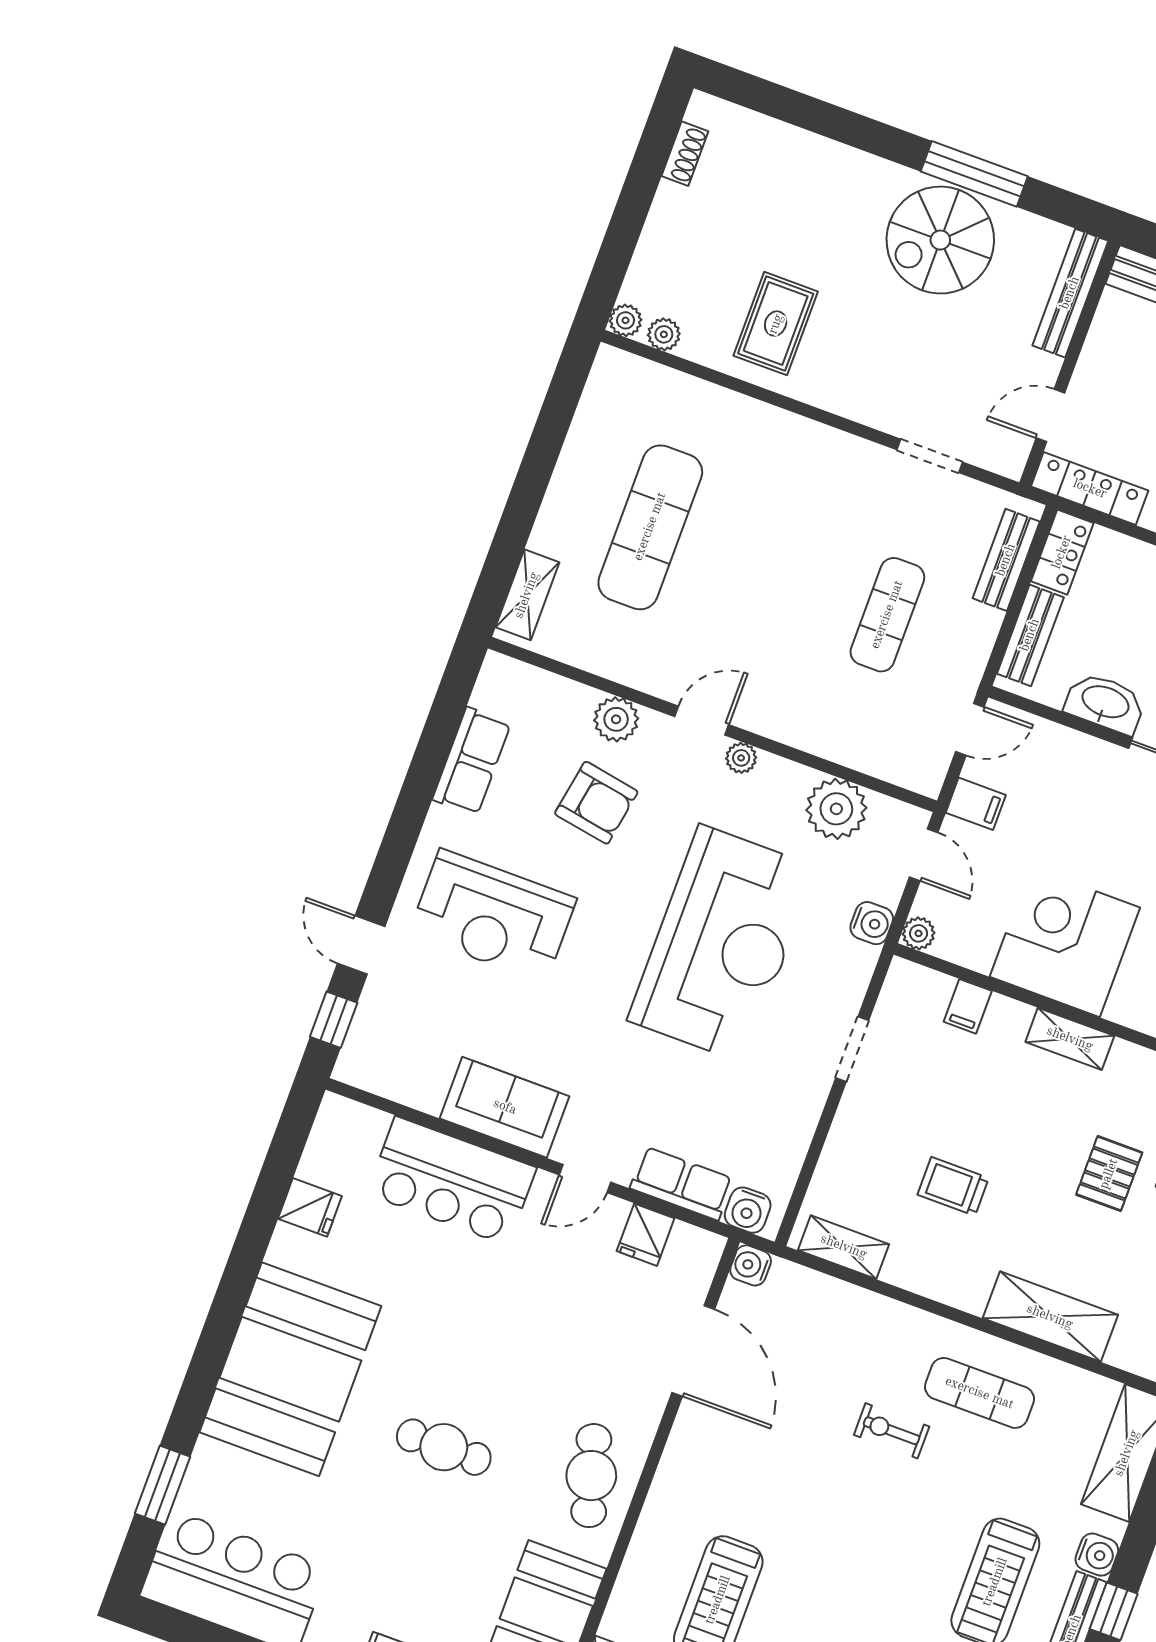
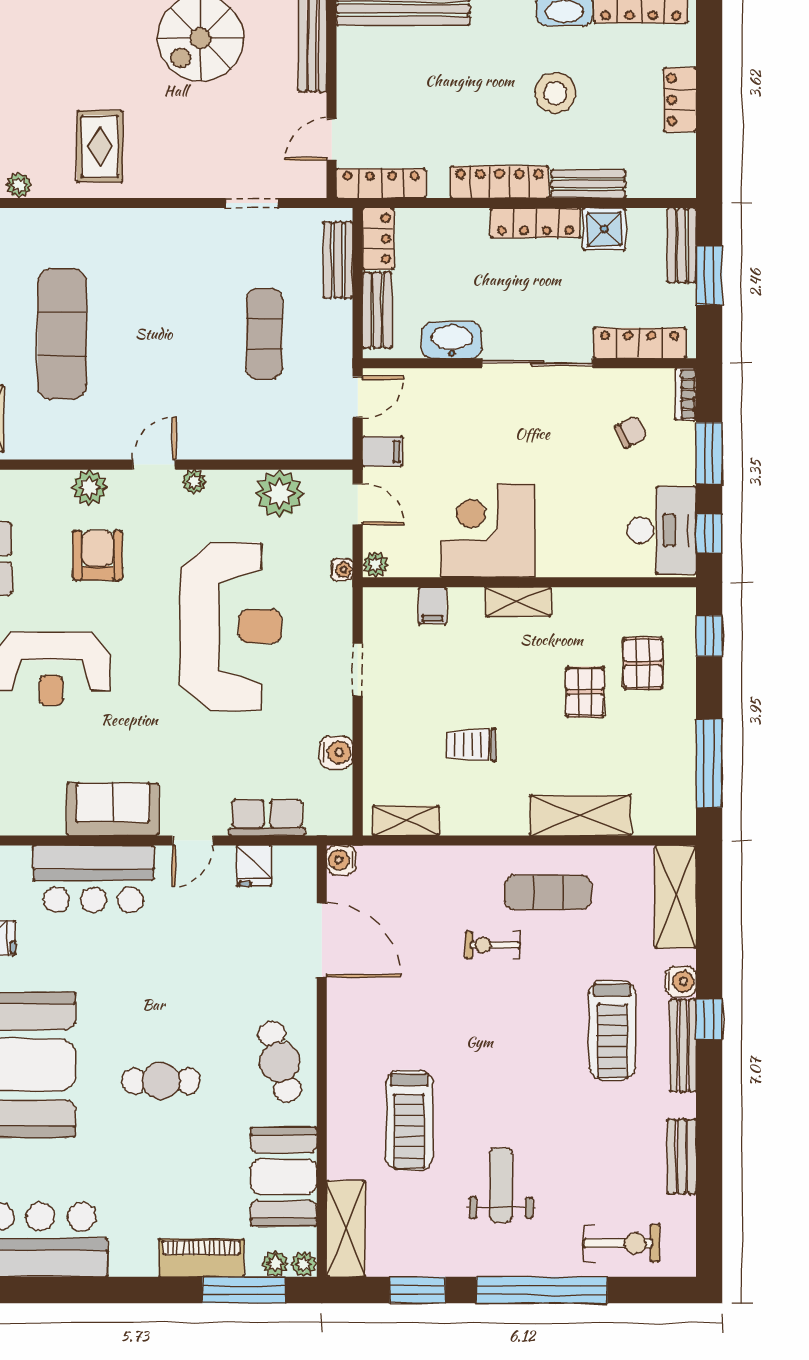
armchair: (596, 803) -> (98, 555), turned -100
water cooler: (872, 923) -> (342, 570), width x0.72, depth x0.72
water cooler: (748, 1210) -> (336, 752), moved, turned -90

